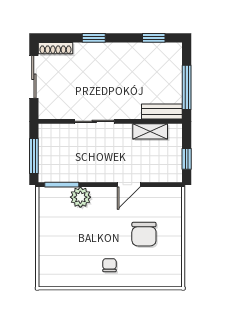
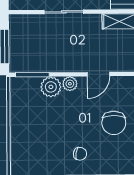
plant: (100, 194) -> (70, 84), added
chair: (109, 265) -> (80, 154), turned 100

